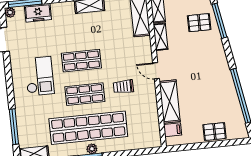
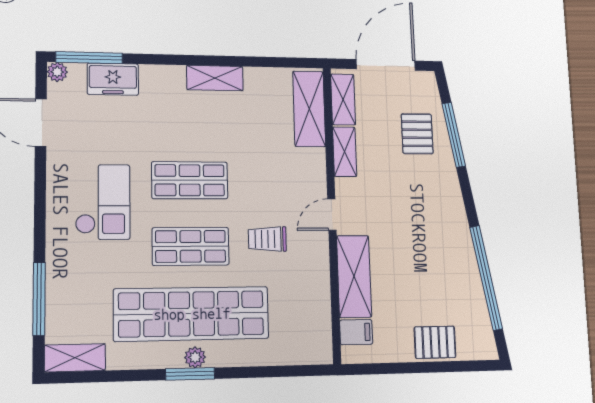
pallet: (199, 23) -> (417, 134), turned 90
door: (156, 71) -> (332, 215), hinge flipped

